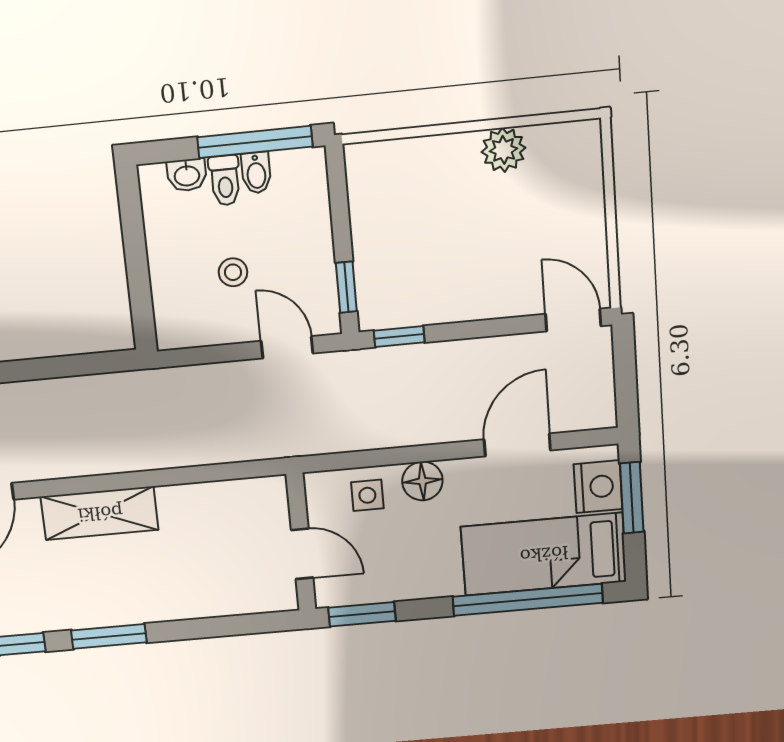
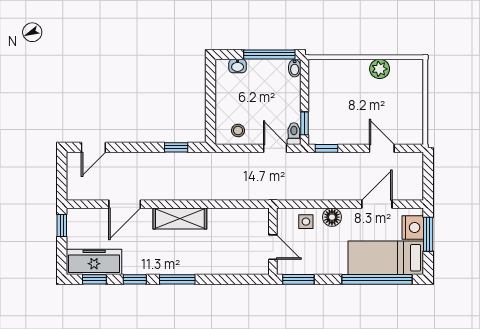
bidet: (256, 173) -> (295, 68), moved
toilet: (225, 180) -> (294, 134), moved, turned 180
stool: (233, 272) -> (238, 130), moved
door: (573, 320) -> (382, 148), moved
window: (74, 366) -> (176, 147), added

